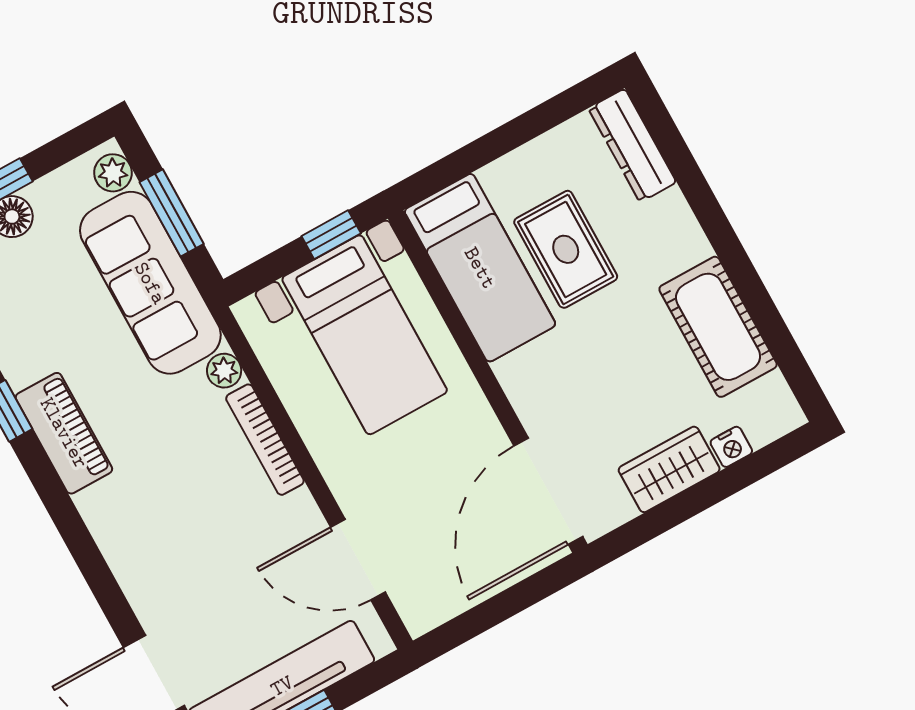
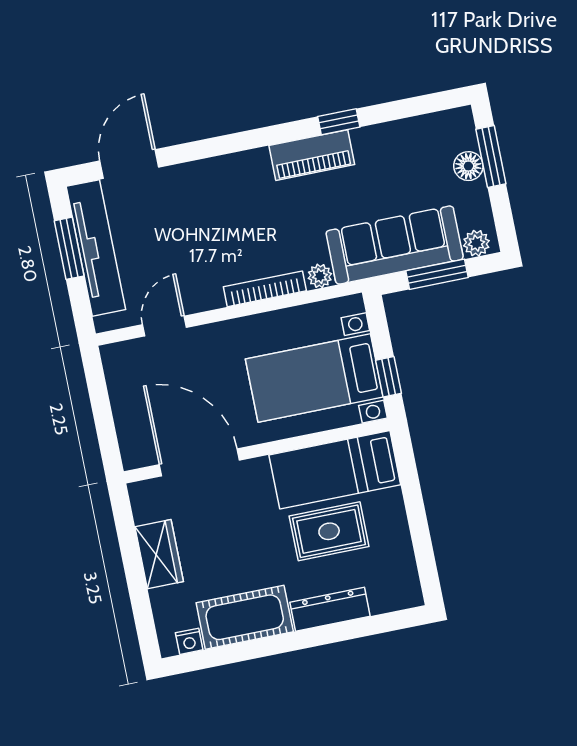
dresser: (632, 145) -> (330, 609), moved
nightstand: (731, 447) -> (189, 641), moved, turned -90
door: (548, 491) -> (199, 462), moved
door: (358, 560) -> (164, 326), width x0.73

